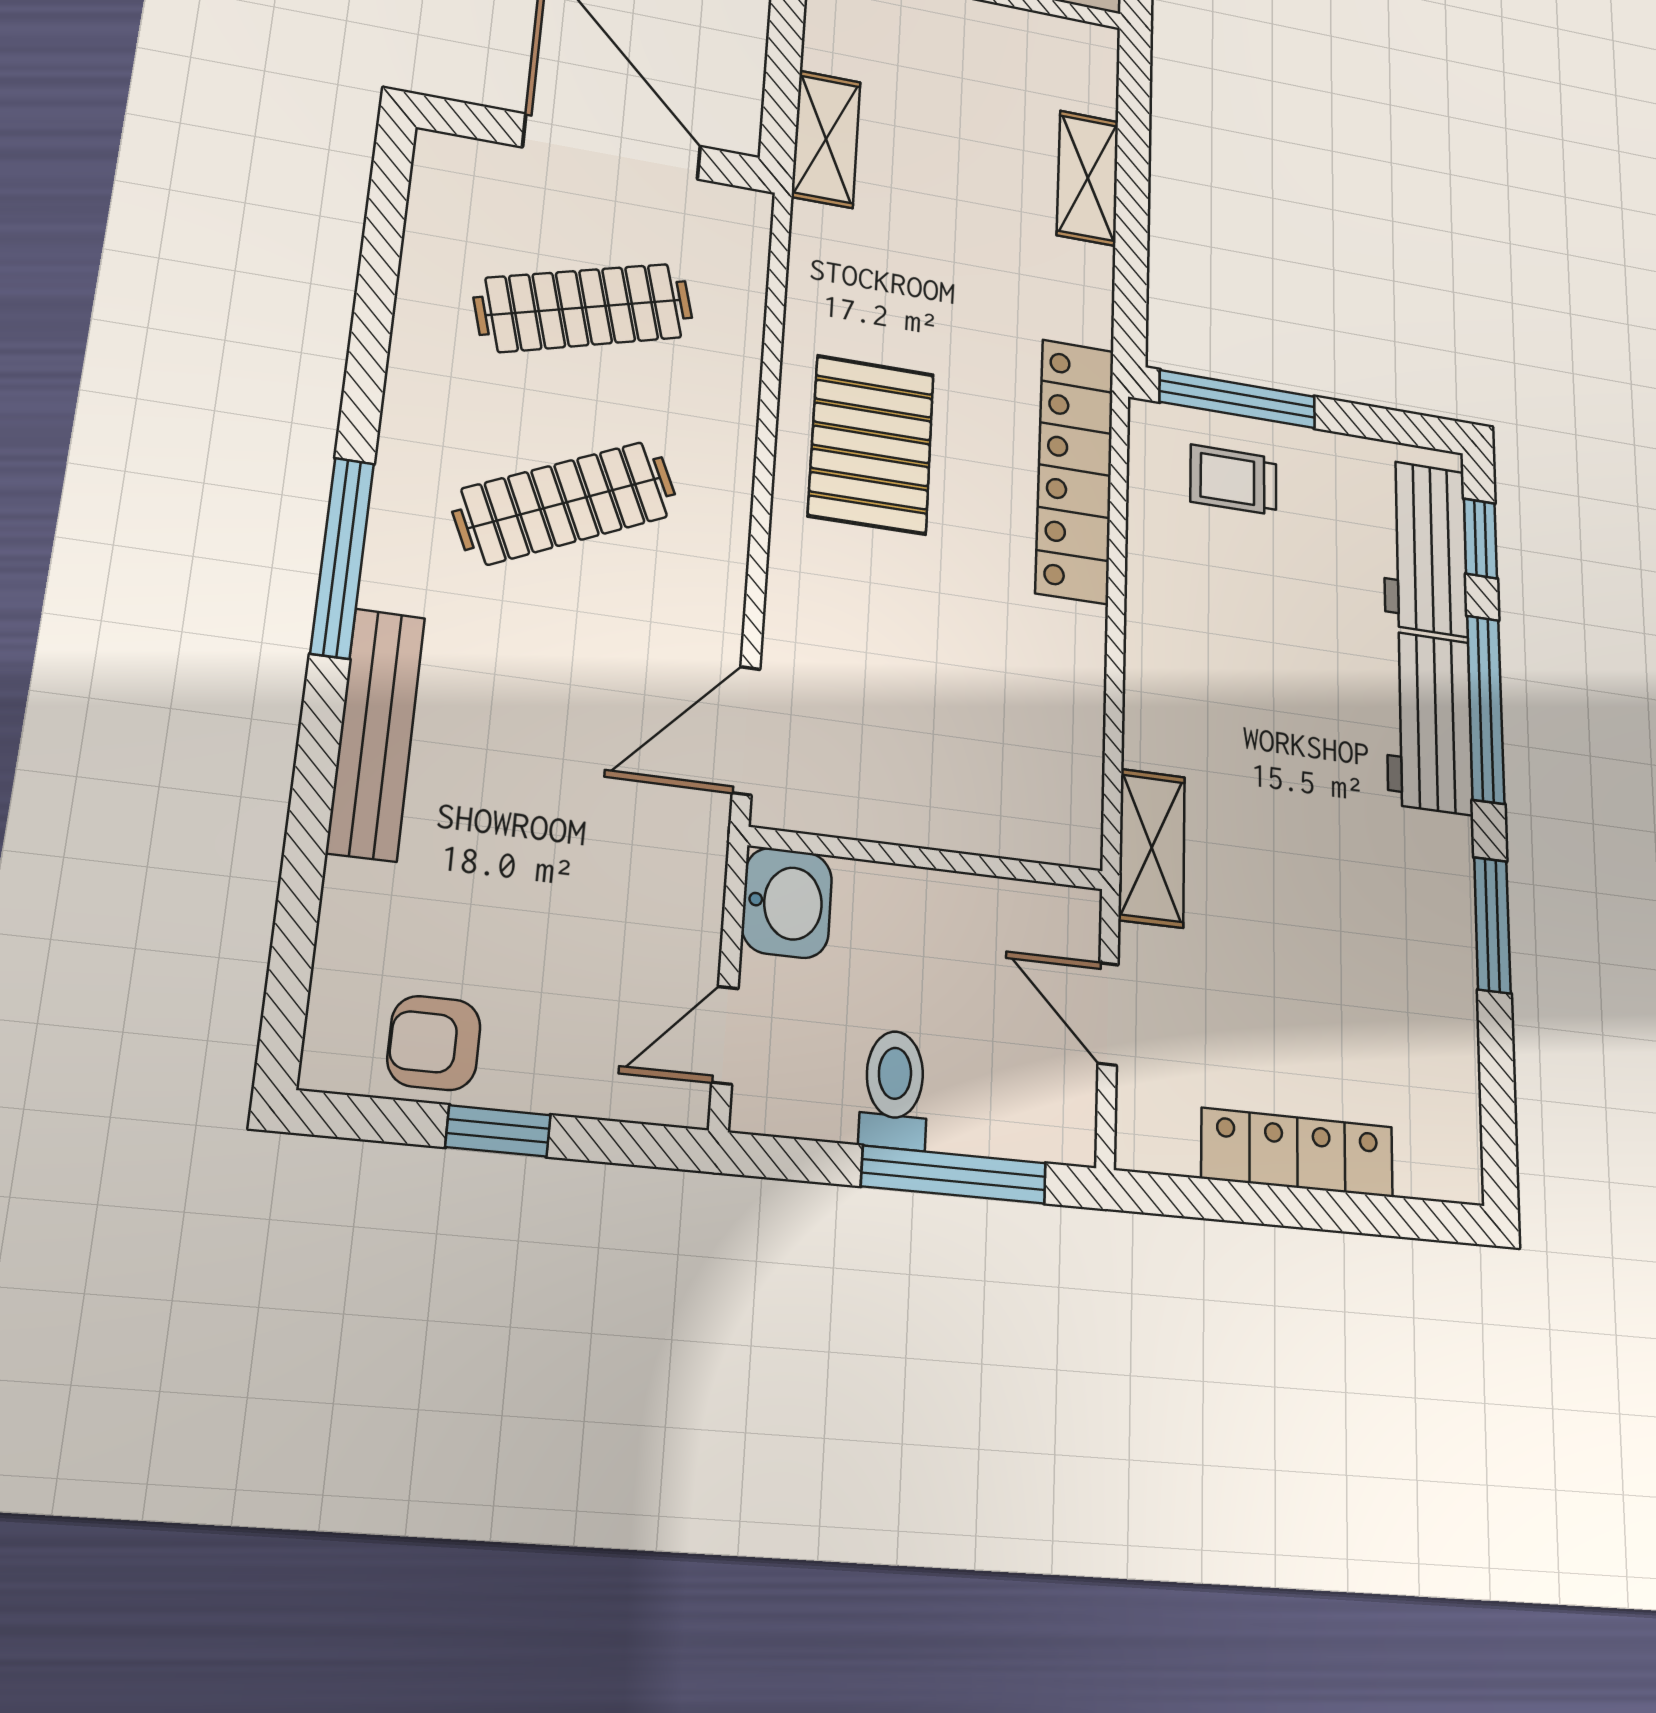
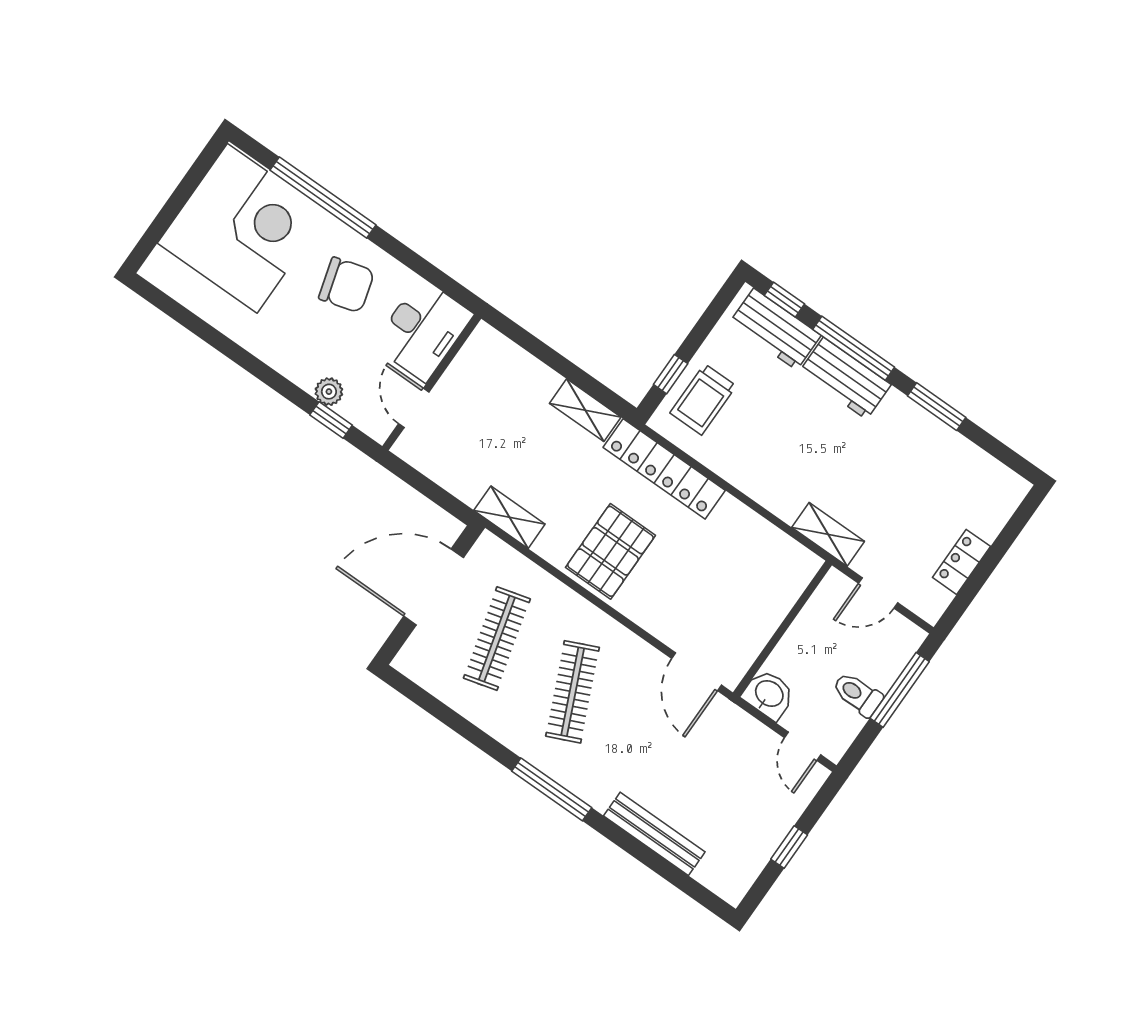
shelving: (826, 139) -> (509, 517), moved
shelving: (1088, 178) -> (585, 410), moved
window: (1238, 399) -> (671, 374), width x0.46
pallet: (871, 444) -> (610, 551), turned 90
trolley: (1233, 480) -> (703, 399), width x1.36, depth x1.39
bench: (376, 734) -> (654, 834), moved
armchair: (434, 1043) -> (746, 853), removed
locker: (1297, 1152) -> (961, 562), width x0.66

